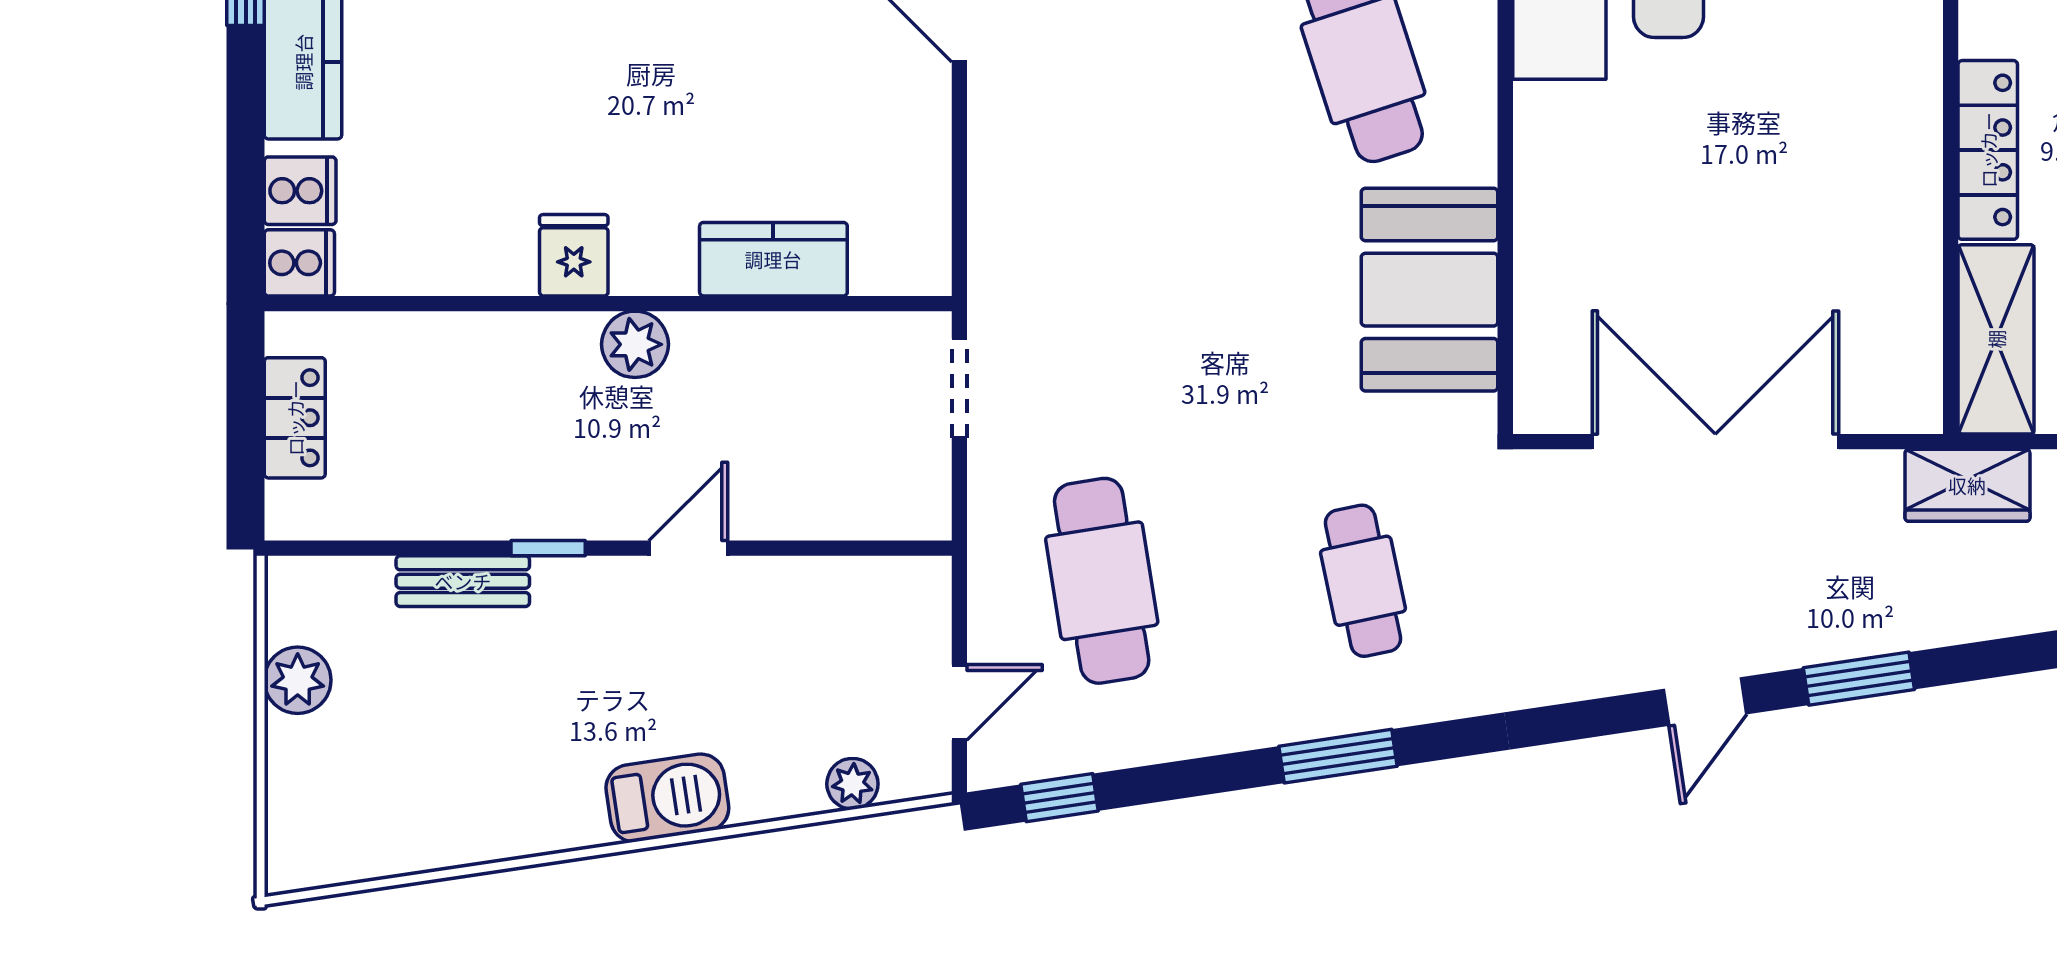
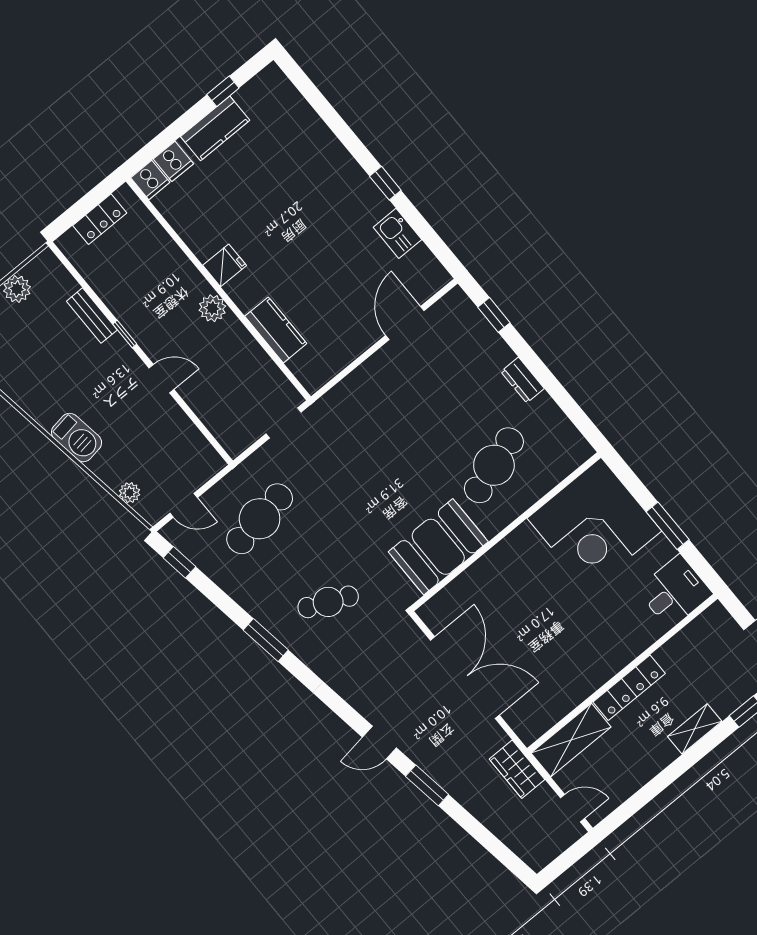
cafe table: (1363, 581) -> (328, 602), turned 36

